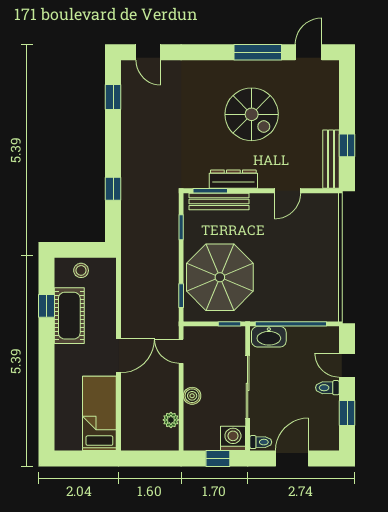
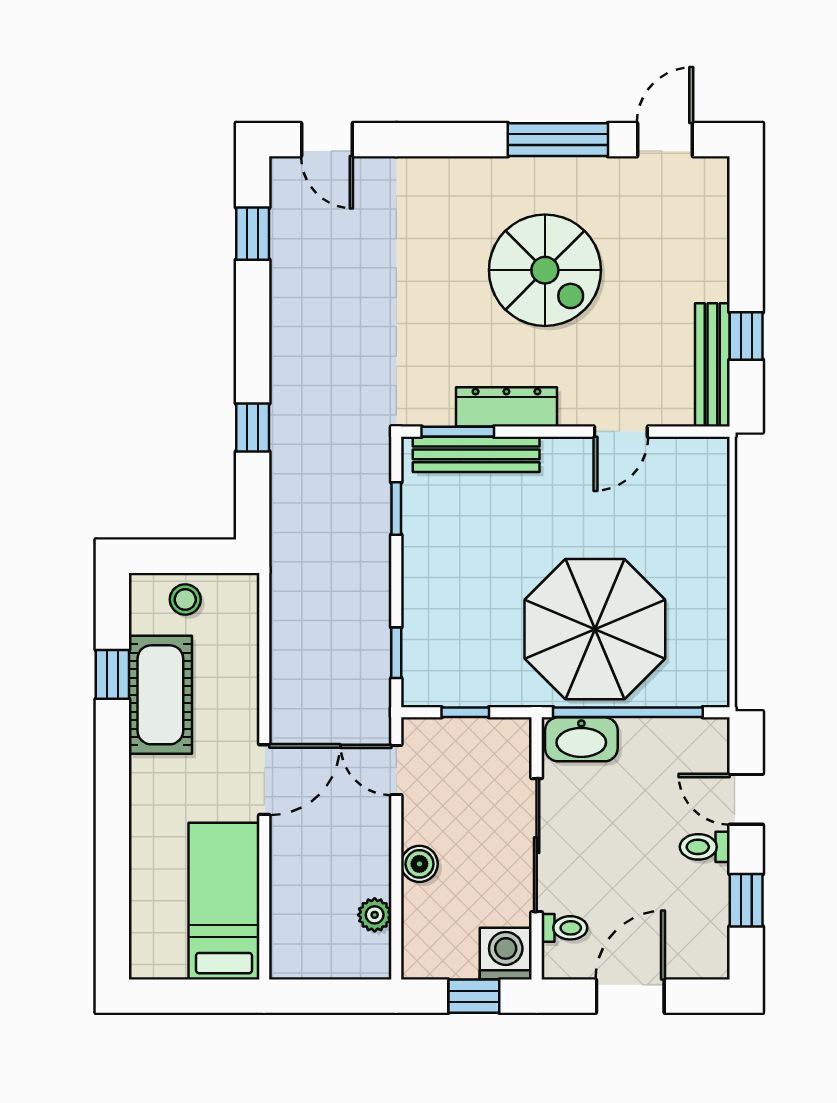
parasol: (220, 277) -> (595, 629), moved
window: (230, 324) -> (465, 712), moved
toilet: (261, 442) -> (564, 928), moved

